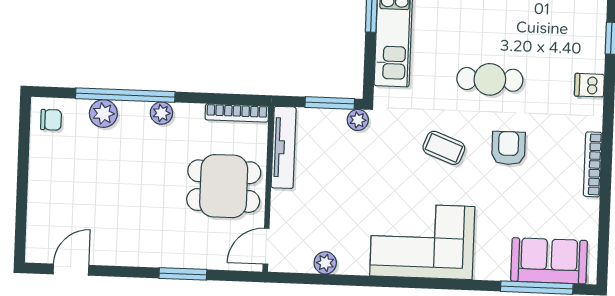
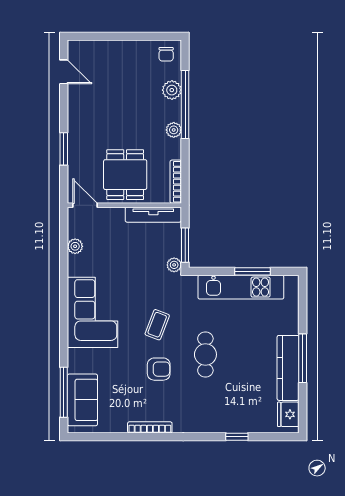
dishwasher: (589, 85) -> (204, 423), removed

